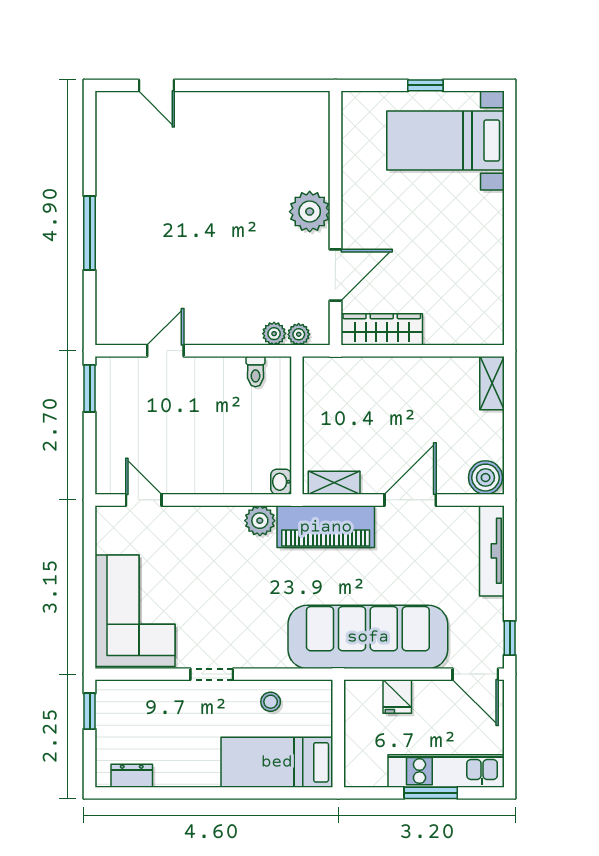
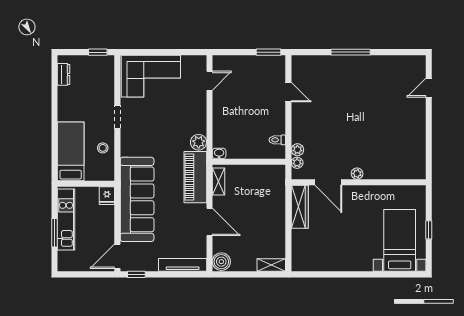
plant: (310, 212) -> (357, 174), width x0.53, depth x0.53
fridge: (397, 697) -> (107, 196), moved, turned -90
kitchen unit: (446, 771) -> (66, 219), moved

